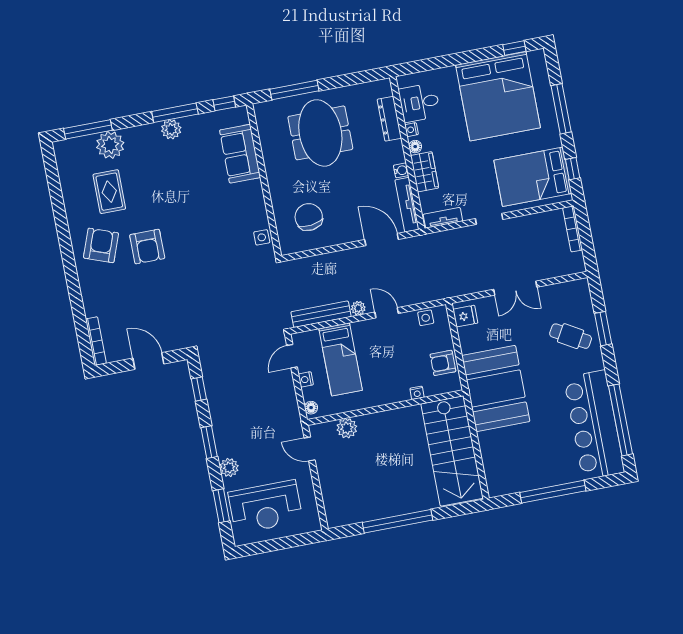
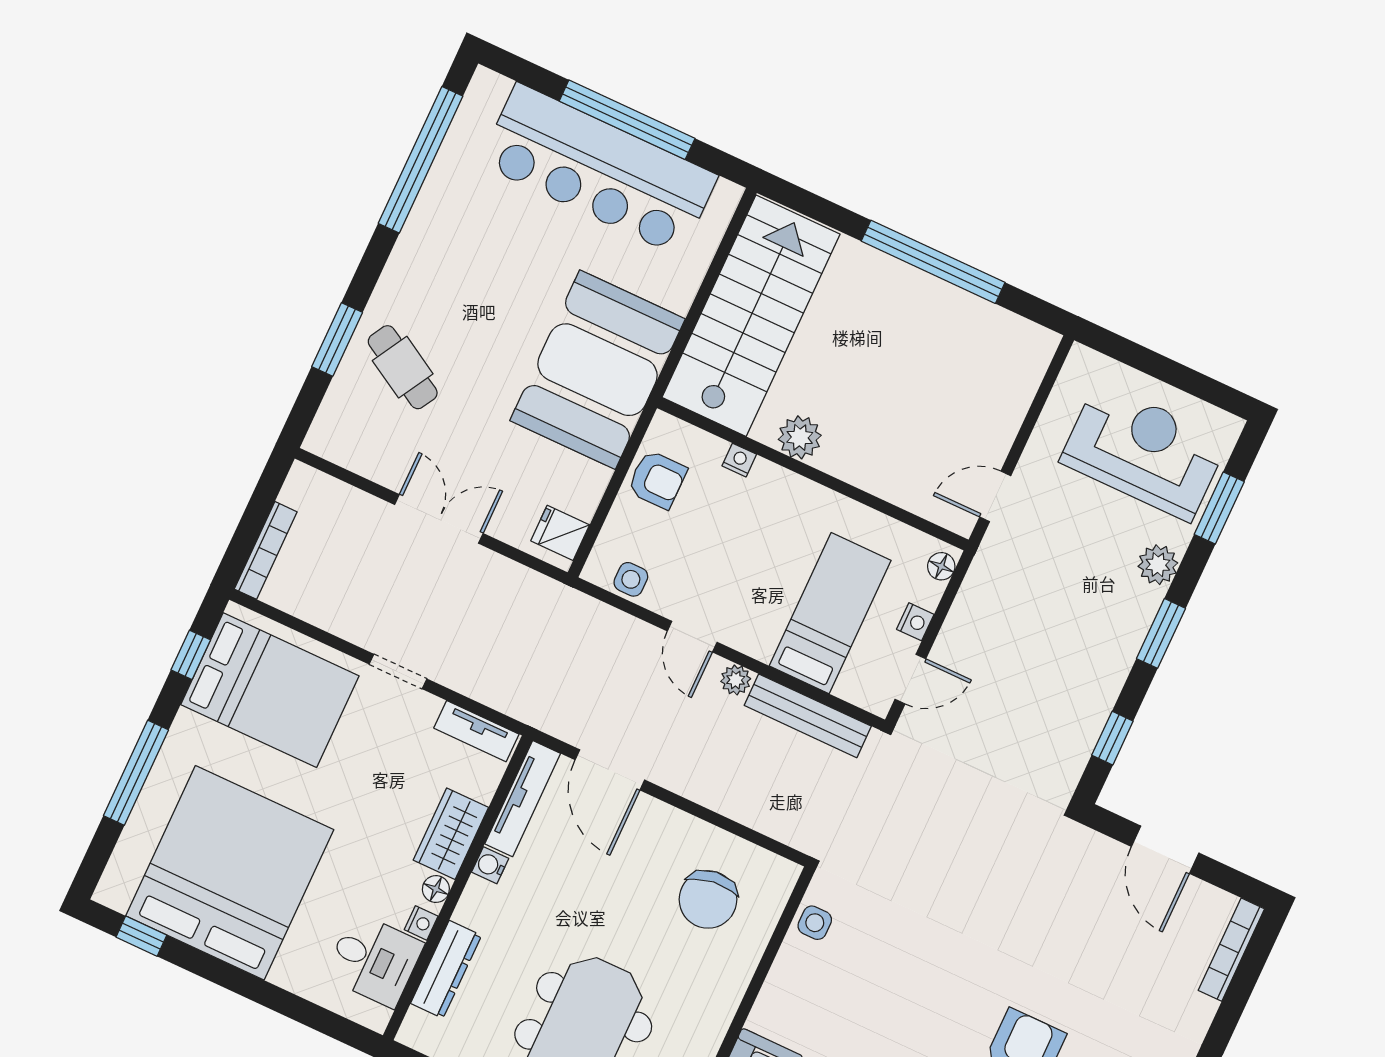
bar counter: (594, 425) -> (599, 170), moved, turned 90
plant: (347, 428) -> (800, 437), moved
door: (310, 449) -> (995, 496), swing flipped

